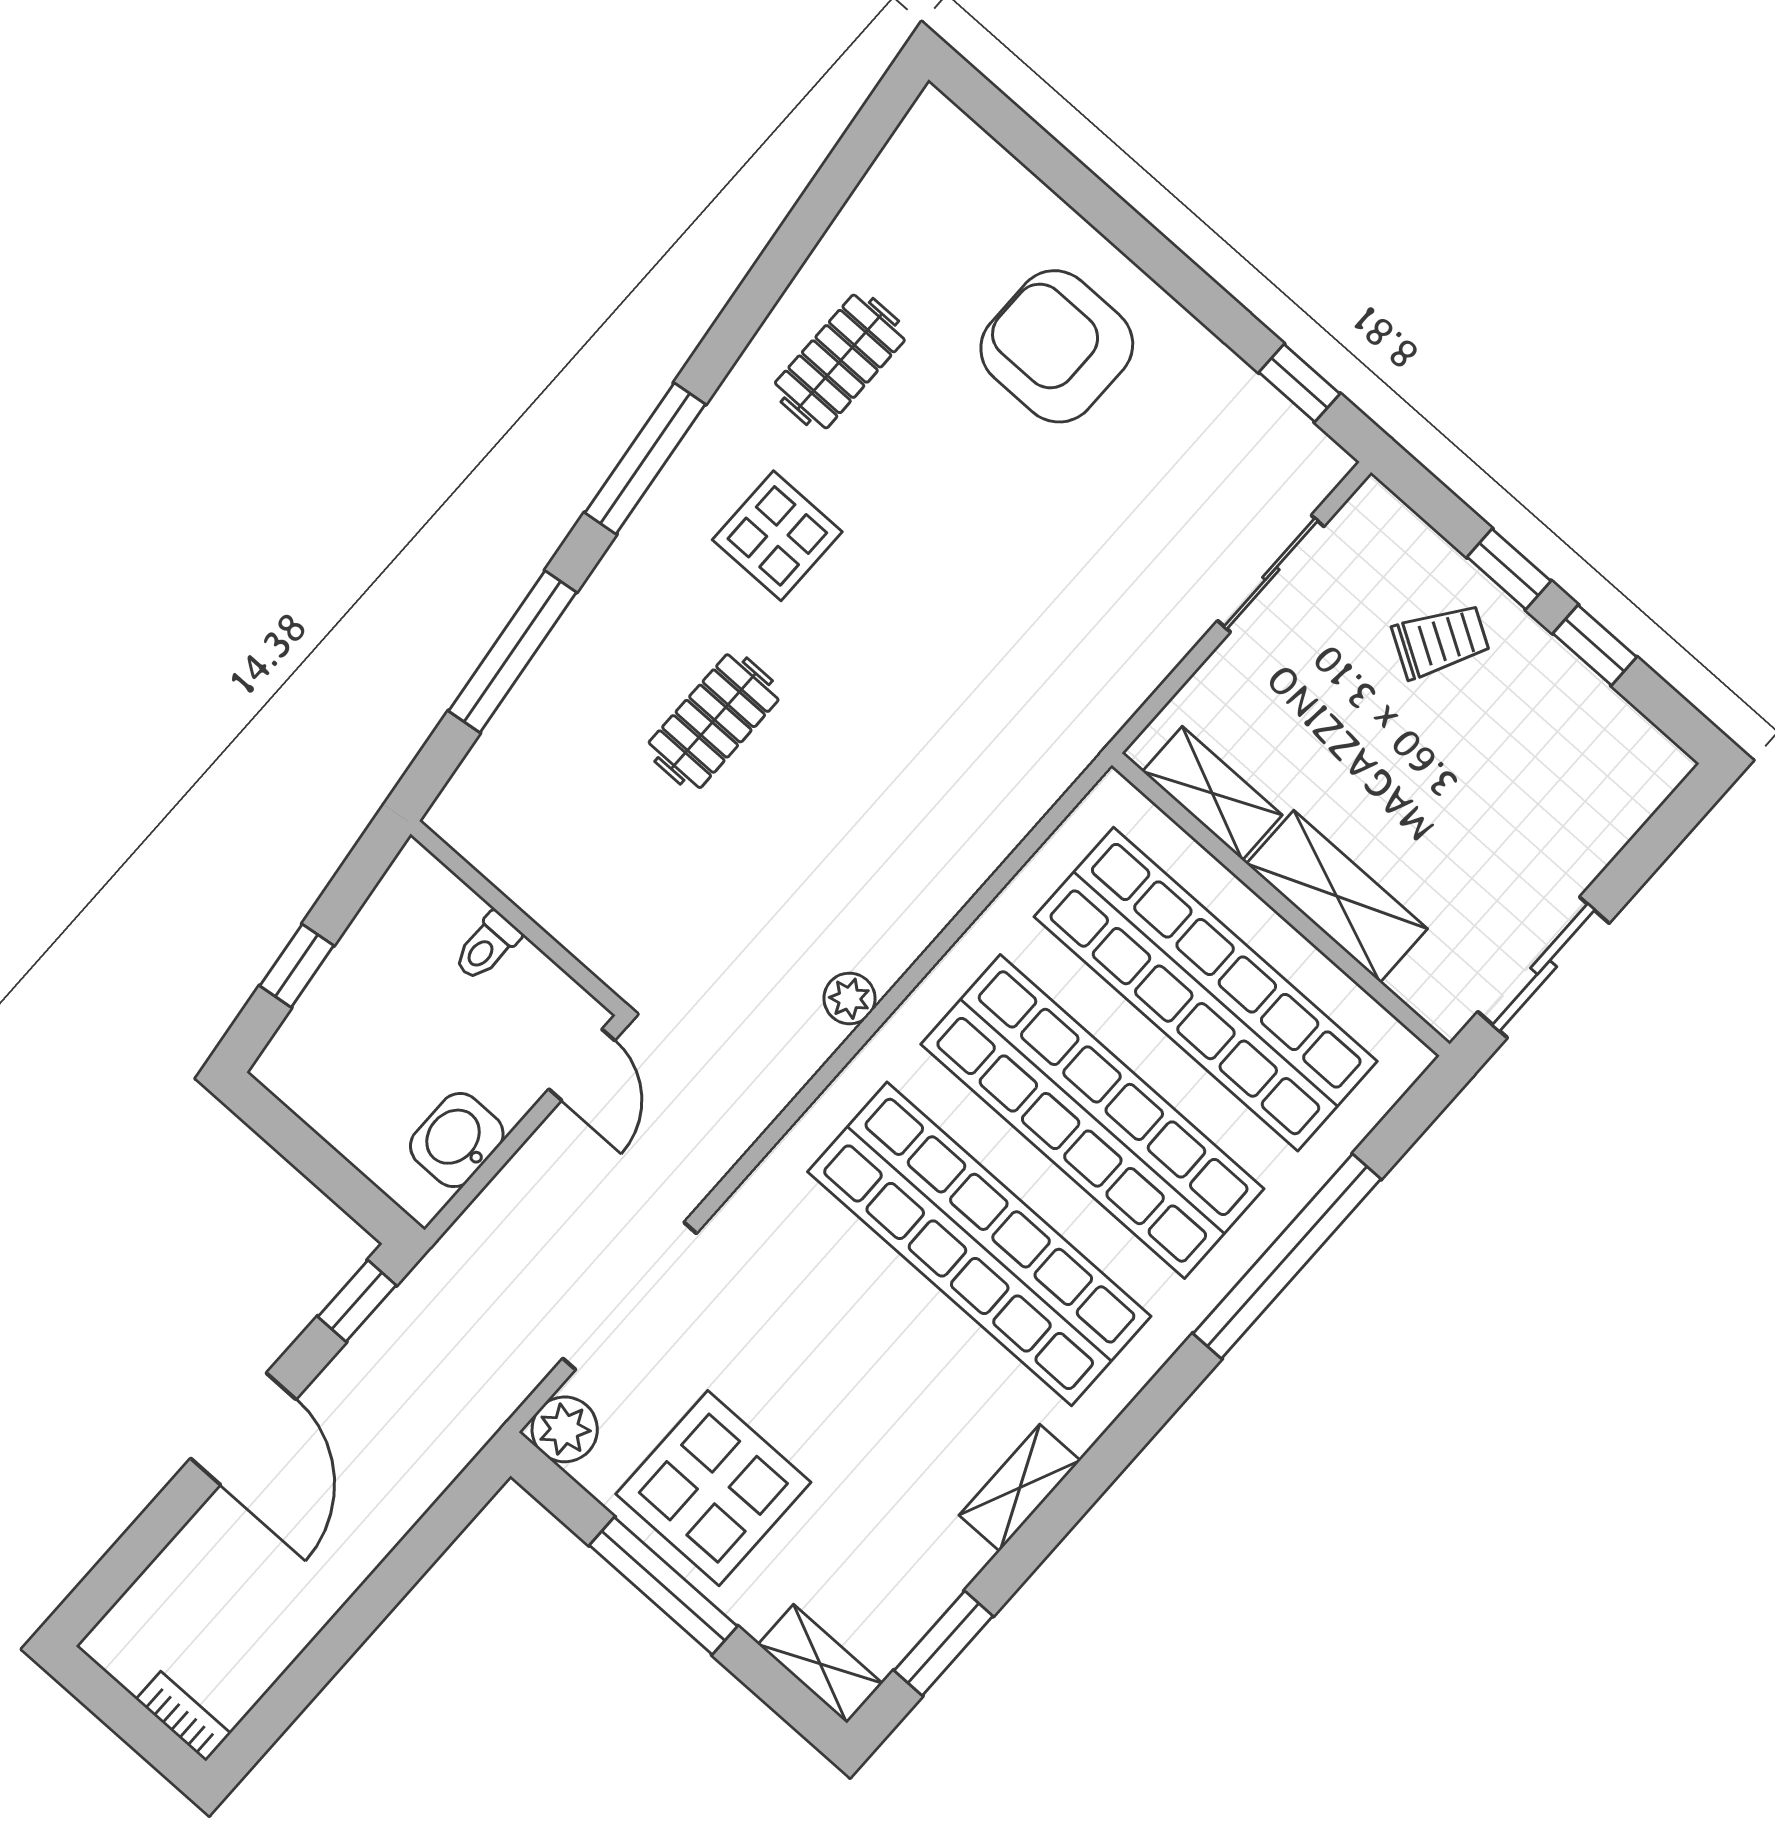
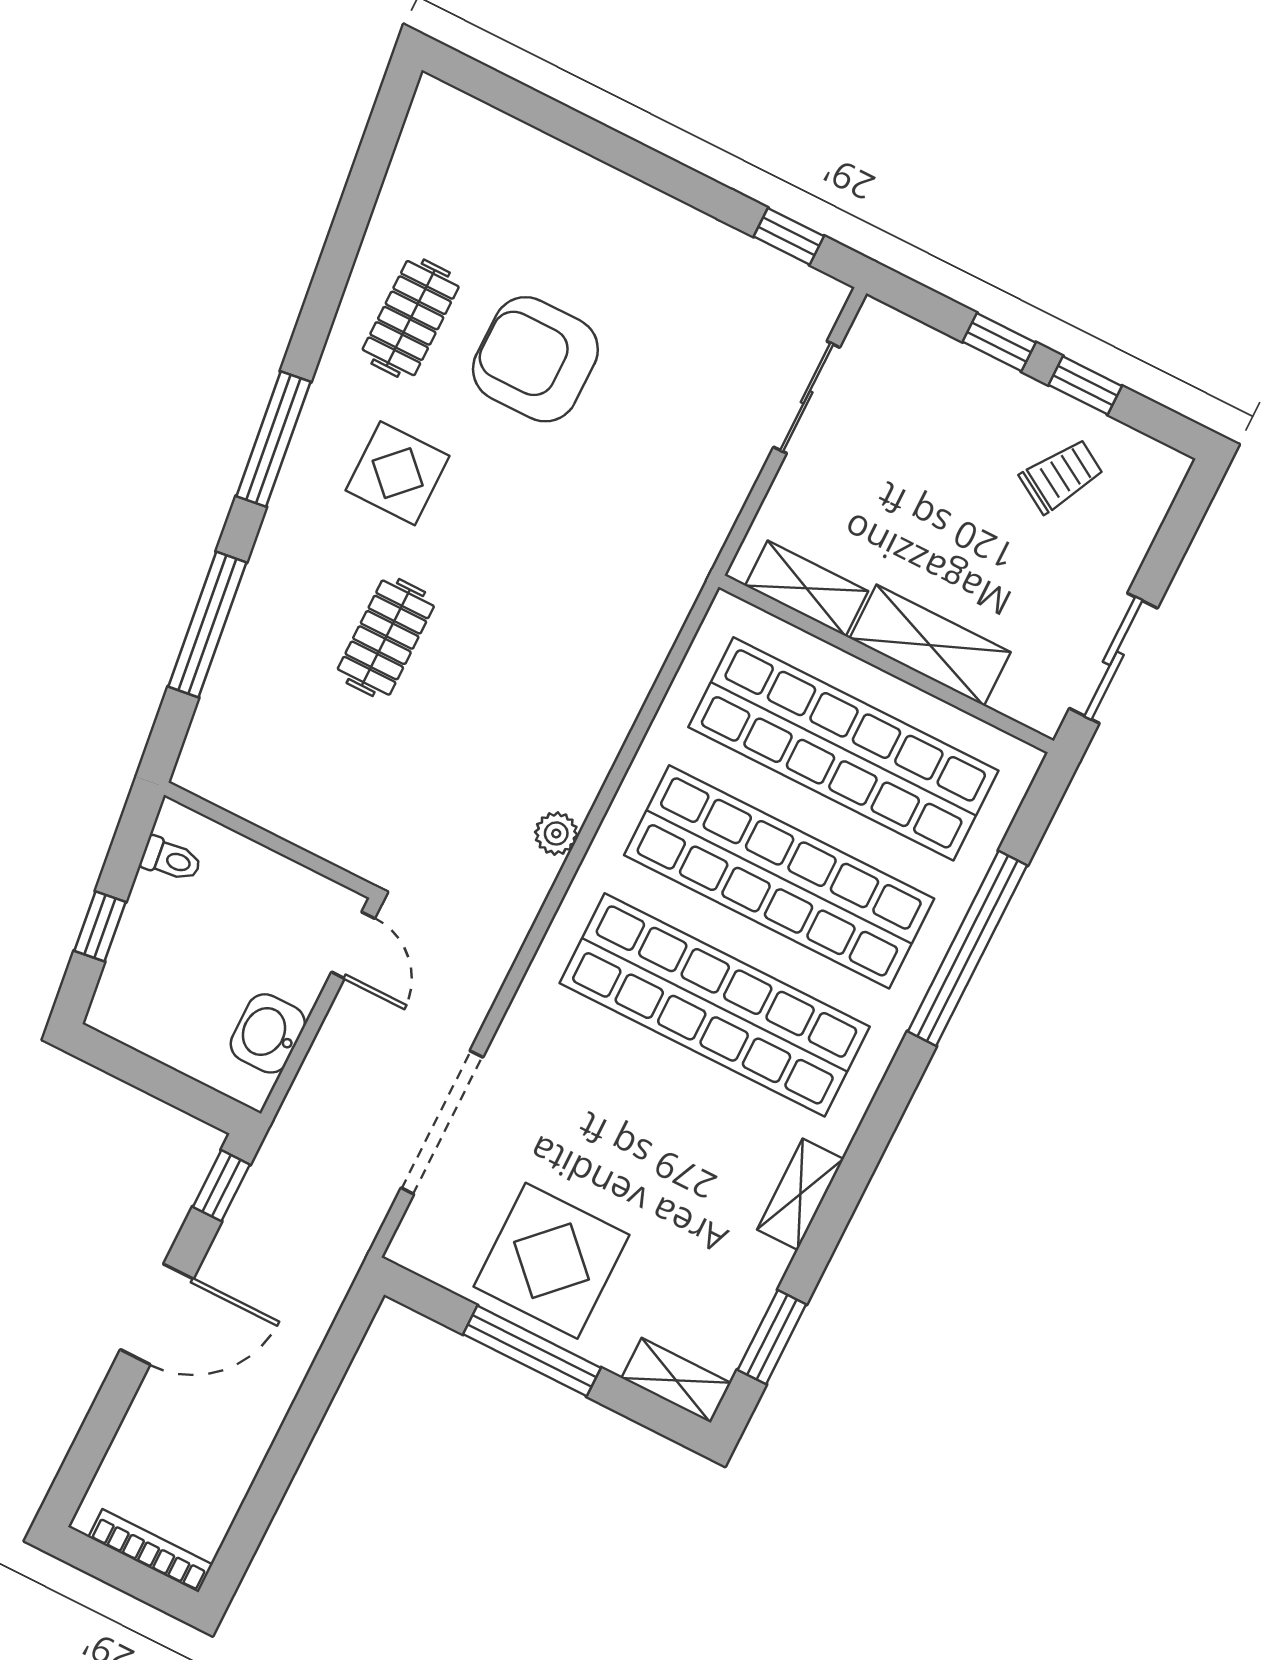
armchair: (1057, 346) -> (535, 359), moved
trolley: (1441, 641) -> (1061, 476), moved
toilet: (487, 946) -> (171, 859), moved, turned -97
door: (243, 1429) -> (157, 1314), hinge flipped
plant: (565, 1429) -> (418, 1245), removed
bookcase: (183, 1716) -> (150, 1551), width x1.56

